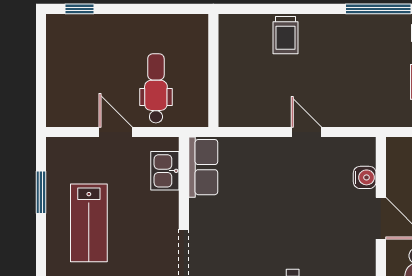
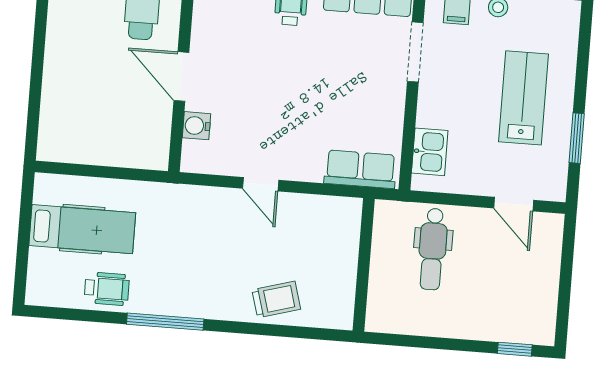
trolley: (285, 35) -> (276, 299), turned 74
door: (116, 132) -> (514, 204), moved
row of seats: (203, 167) -> (360, 169), moved, turned 90

